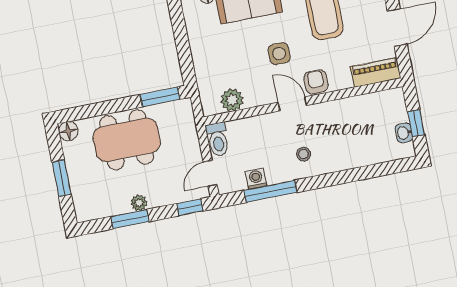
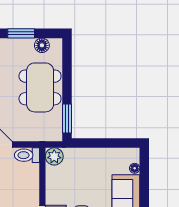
plant: (232, 100) -> (54, 156), moved
floor lamp: (68, 131) -> (42, 45), moved

